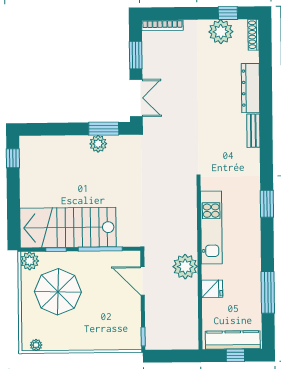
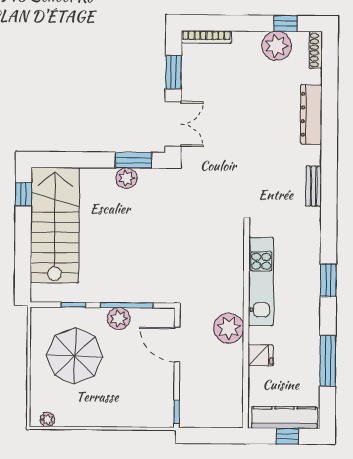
bench: (253, 131) -> (314, 186), moved
window: (267, 204) -> (328, 280), moved
stairs: (68, 228) -> (55, 225), moved, turned 90
plant: (30, 261) -> (119, 319), moved

